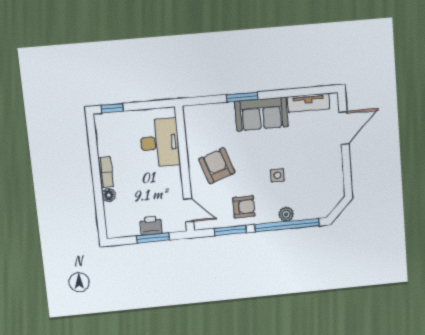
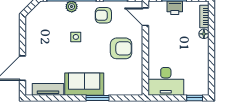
desk: (160, 143) -> (166, 81), moved, turned -90
armchair: (217, 166) -> (121, 48), turned -71
bookcase: (106, 172) -> (204, 16), moved

